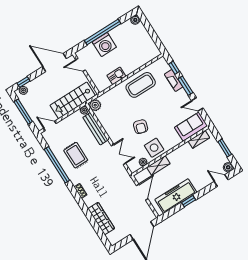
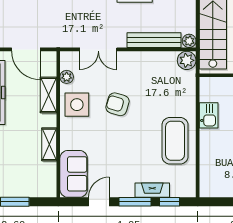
shelving: (199, 139) -> (49, 144), moved

